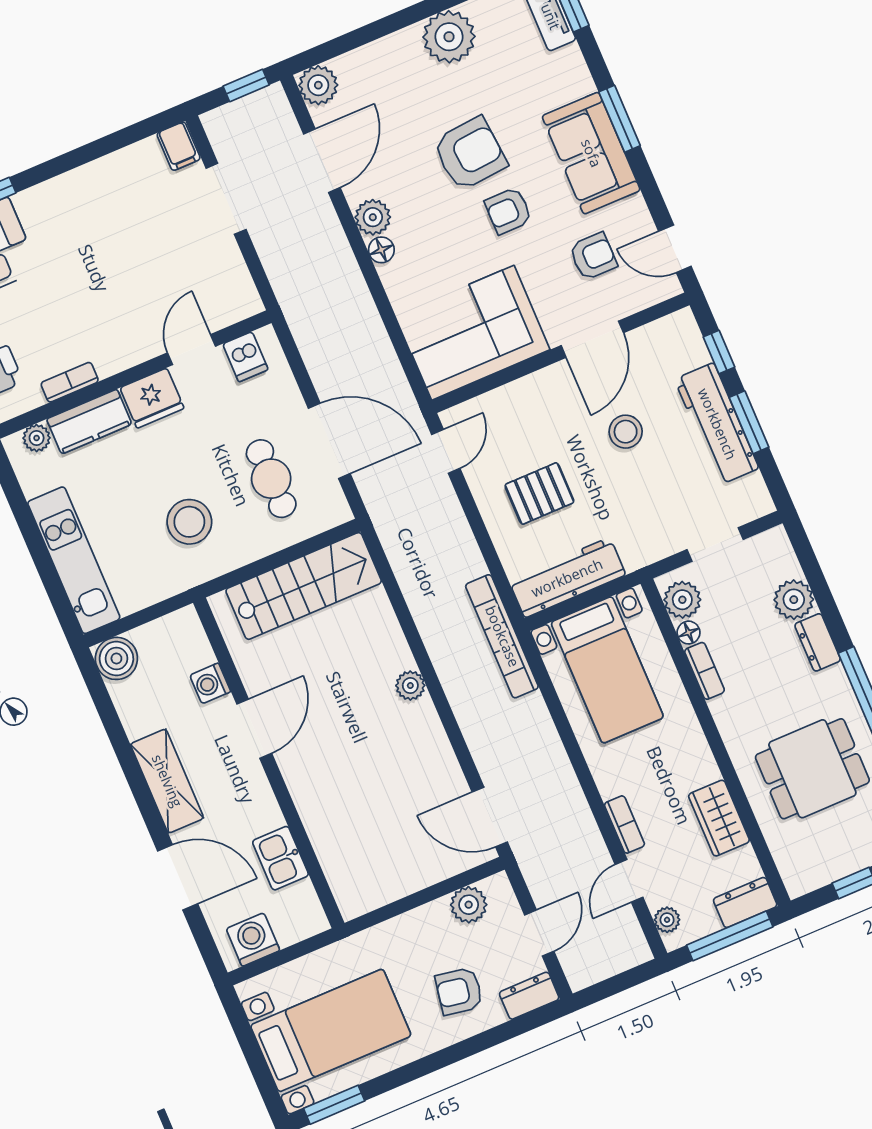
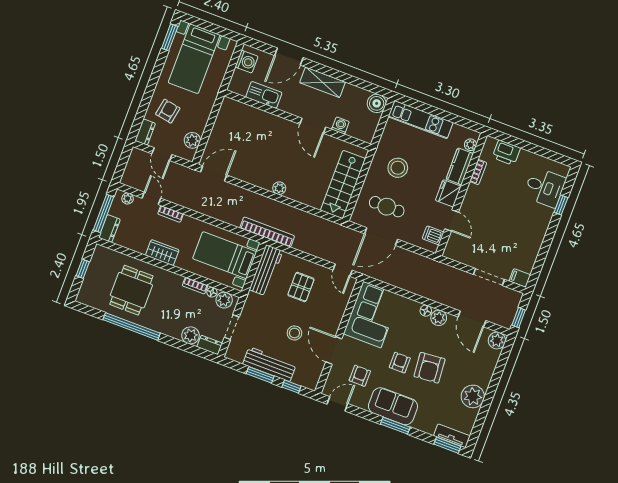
armchair: (593, 256) -> (360, 376), turned 180
dresser: (818, 642) -> (210, 345), moved
wardrobe: (719, 818) -> (162, 253), moved
kitchen sink: (280, 858) -> (264, 95), width x1.38

